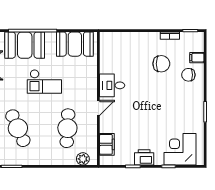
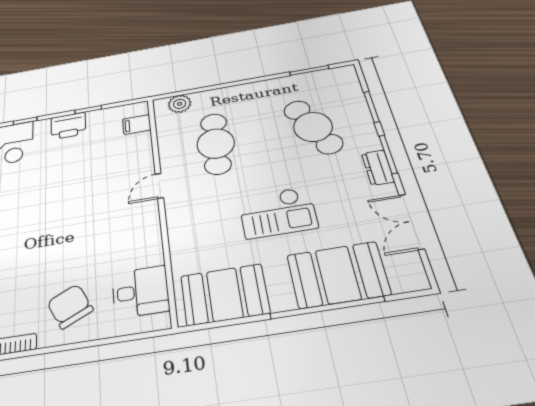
chair: (161, 64) -> (70, 306), moved, turned 64
checkout: (44, 81) -> (278, 213), turned 180
desk: (112, 85) -> (140, 292), moved
filing cabinet: (107, 144) -> (137, 124), width x0.50

